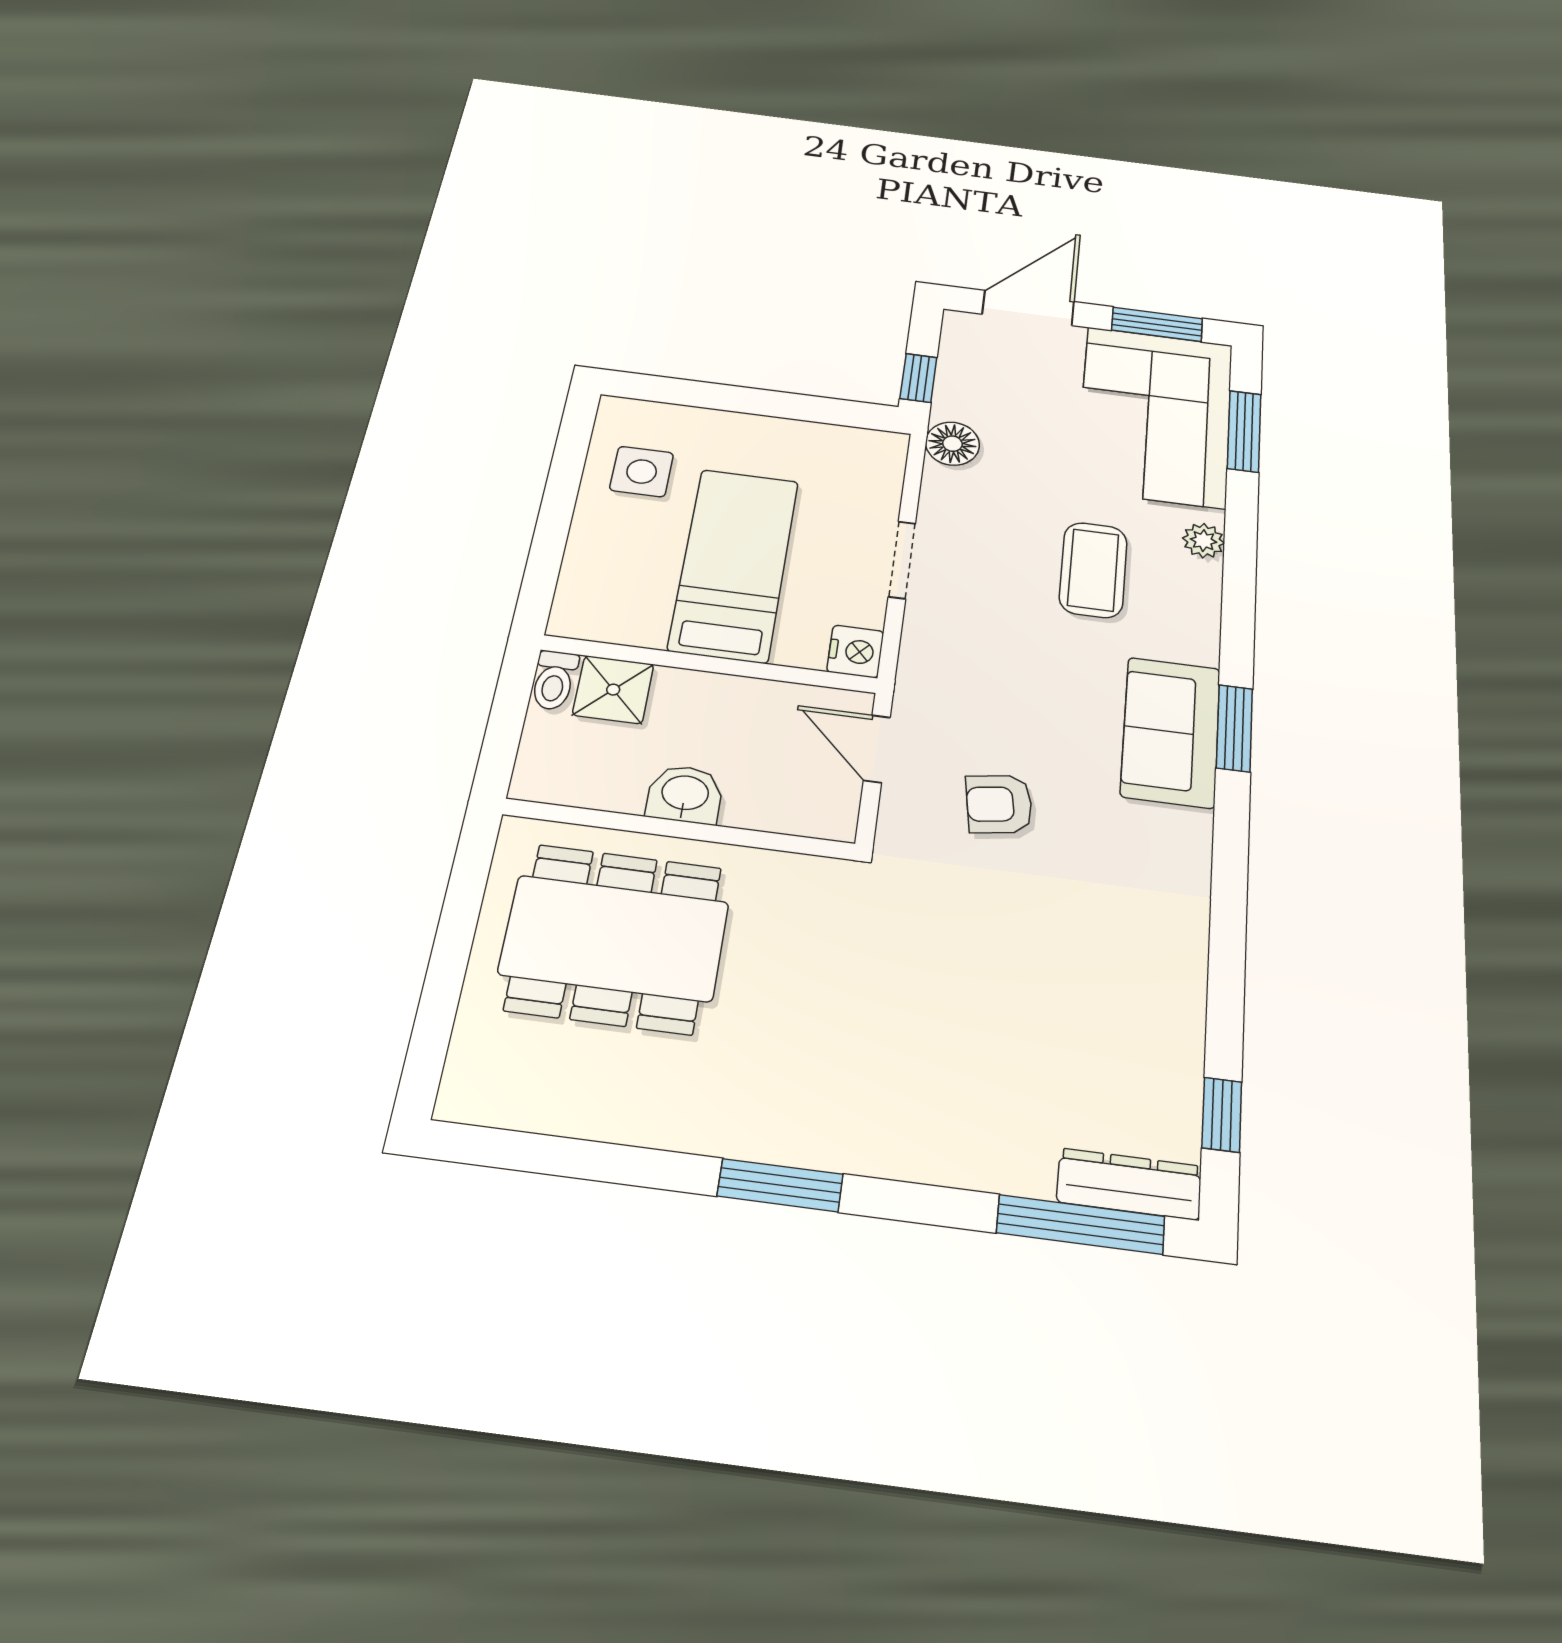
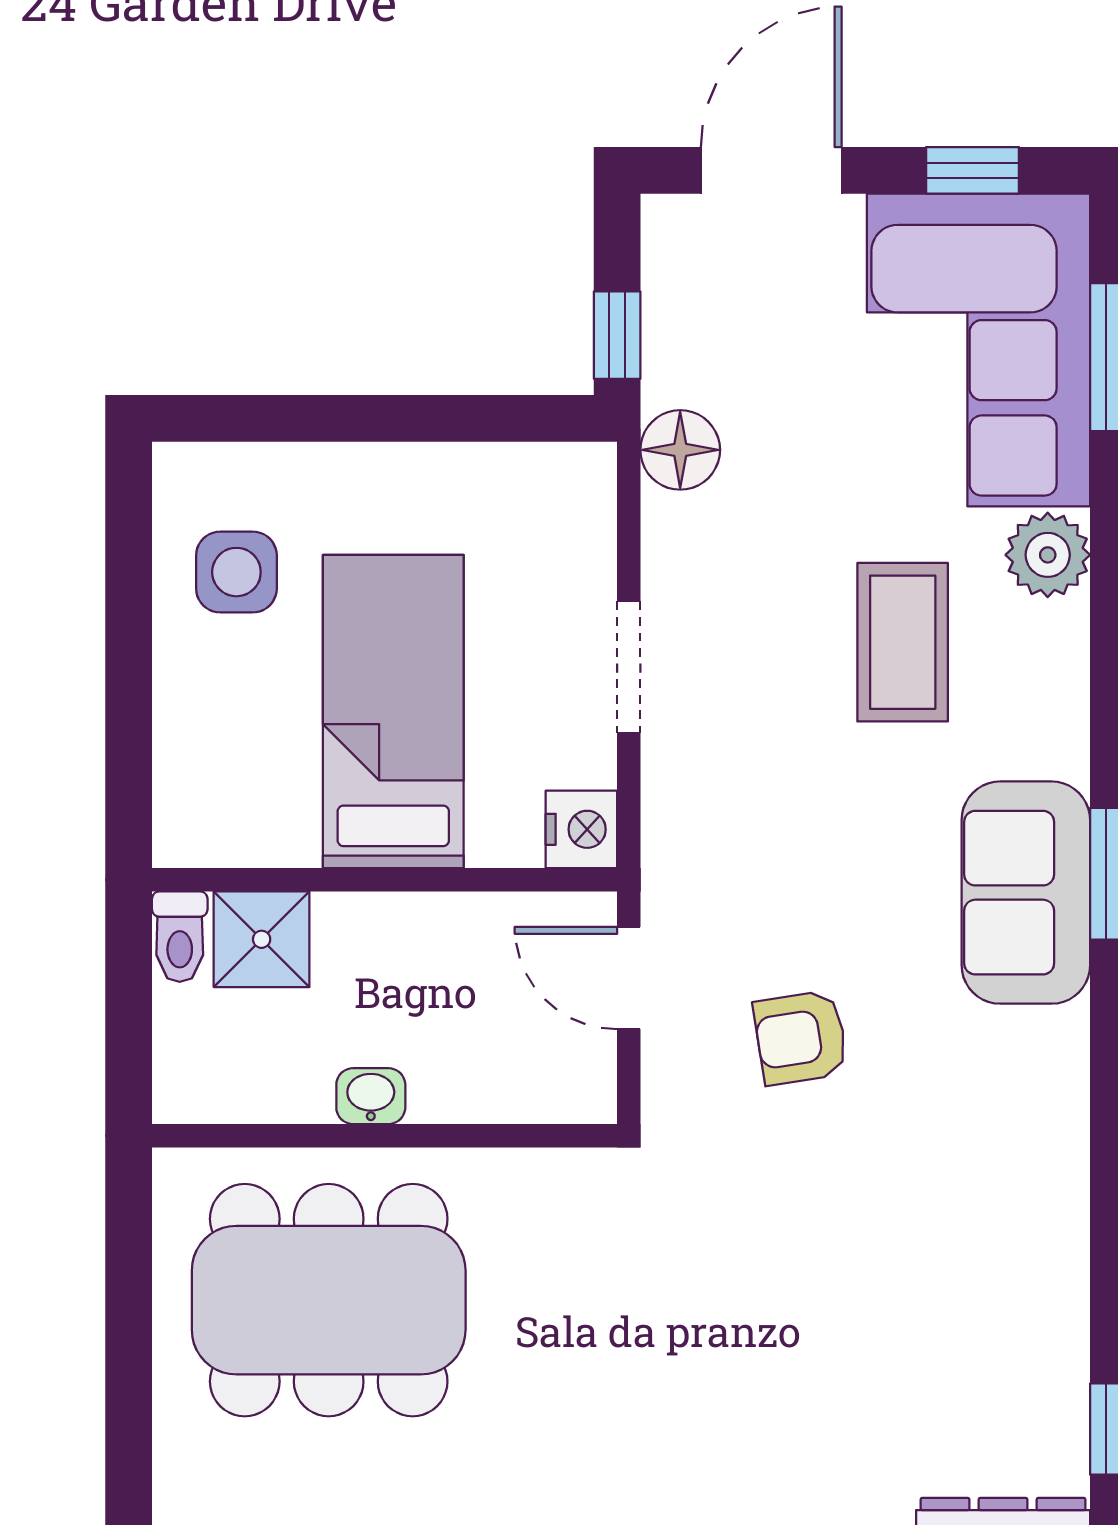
window: (1157, 324) -> (973, 170), width x0.67
plant: (1203, 541) -> (1048, 555), width x1.38, depth x1.38
washbasin: (685, 794) -> (371, 1096), width x0.72, depth x0.69

